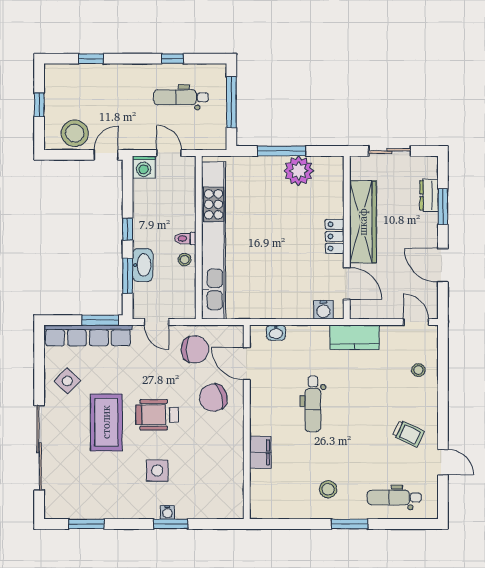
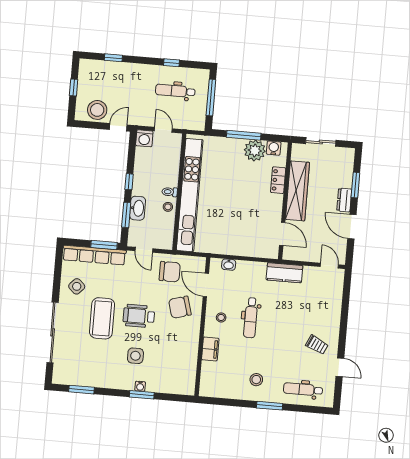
dresser: (429, 195) -> (344, 200), moved
locker: (335, 236) -> (278, 180), moved
water cooler: (323, 310) -> (274, 148), moved, turned 180
stool: (418, 370) -> (221, 317), moved

